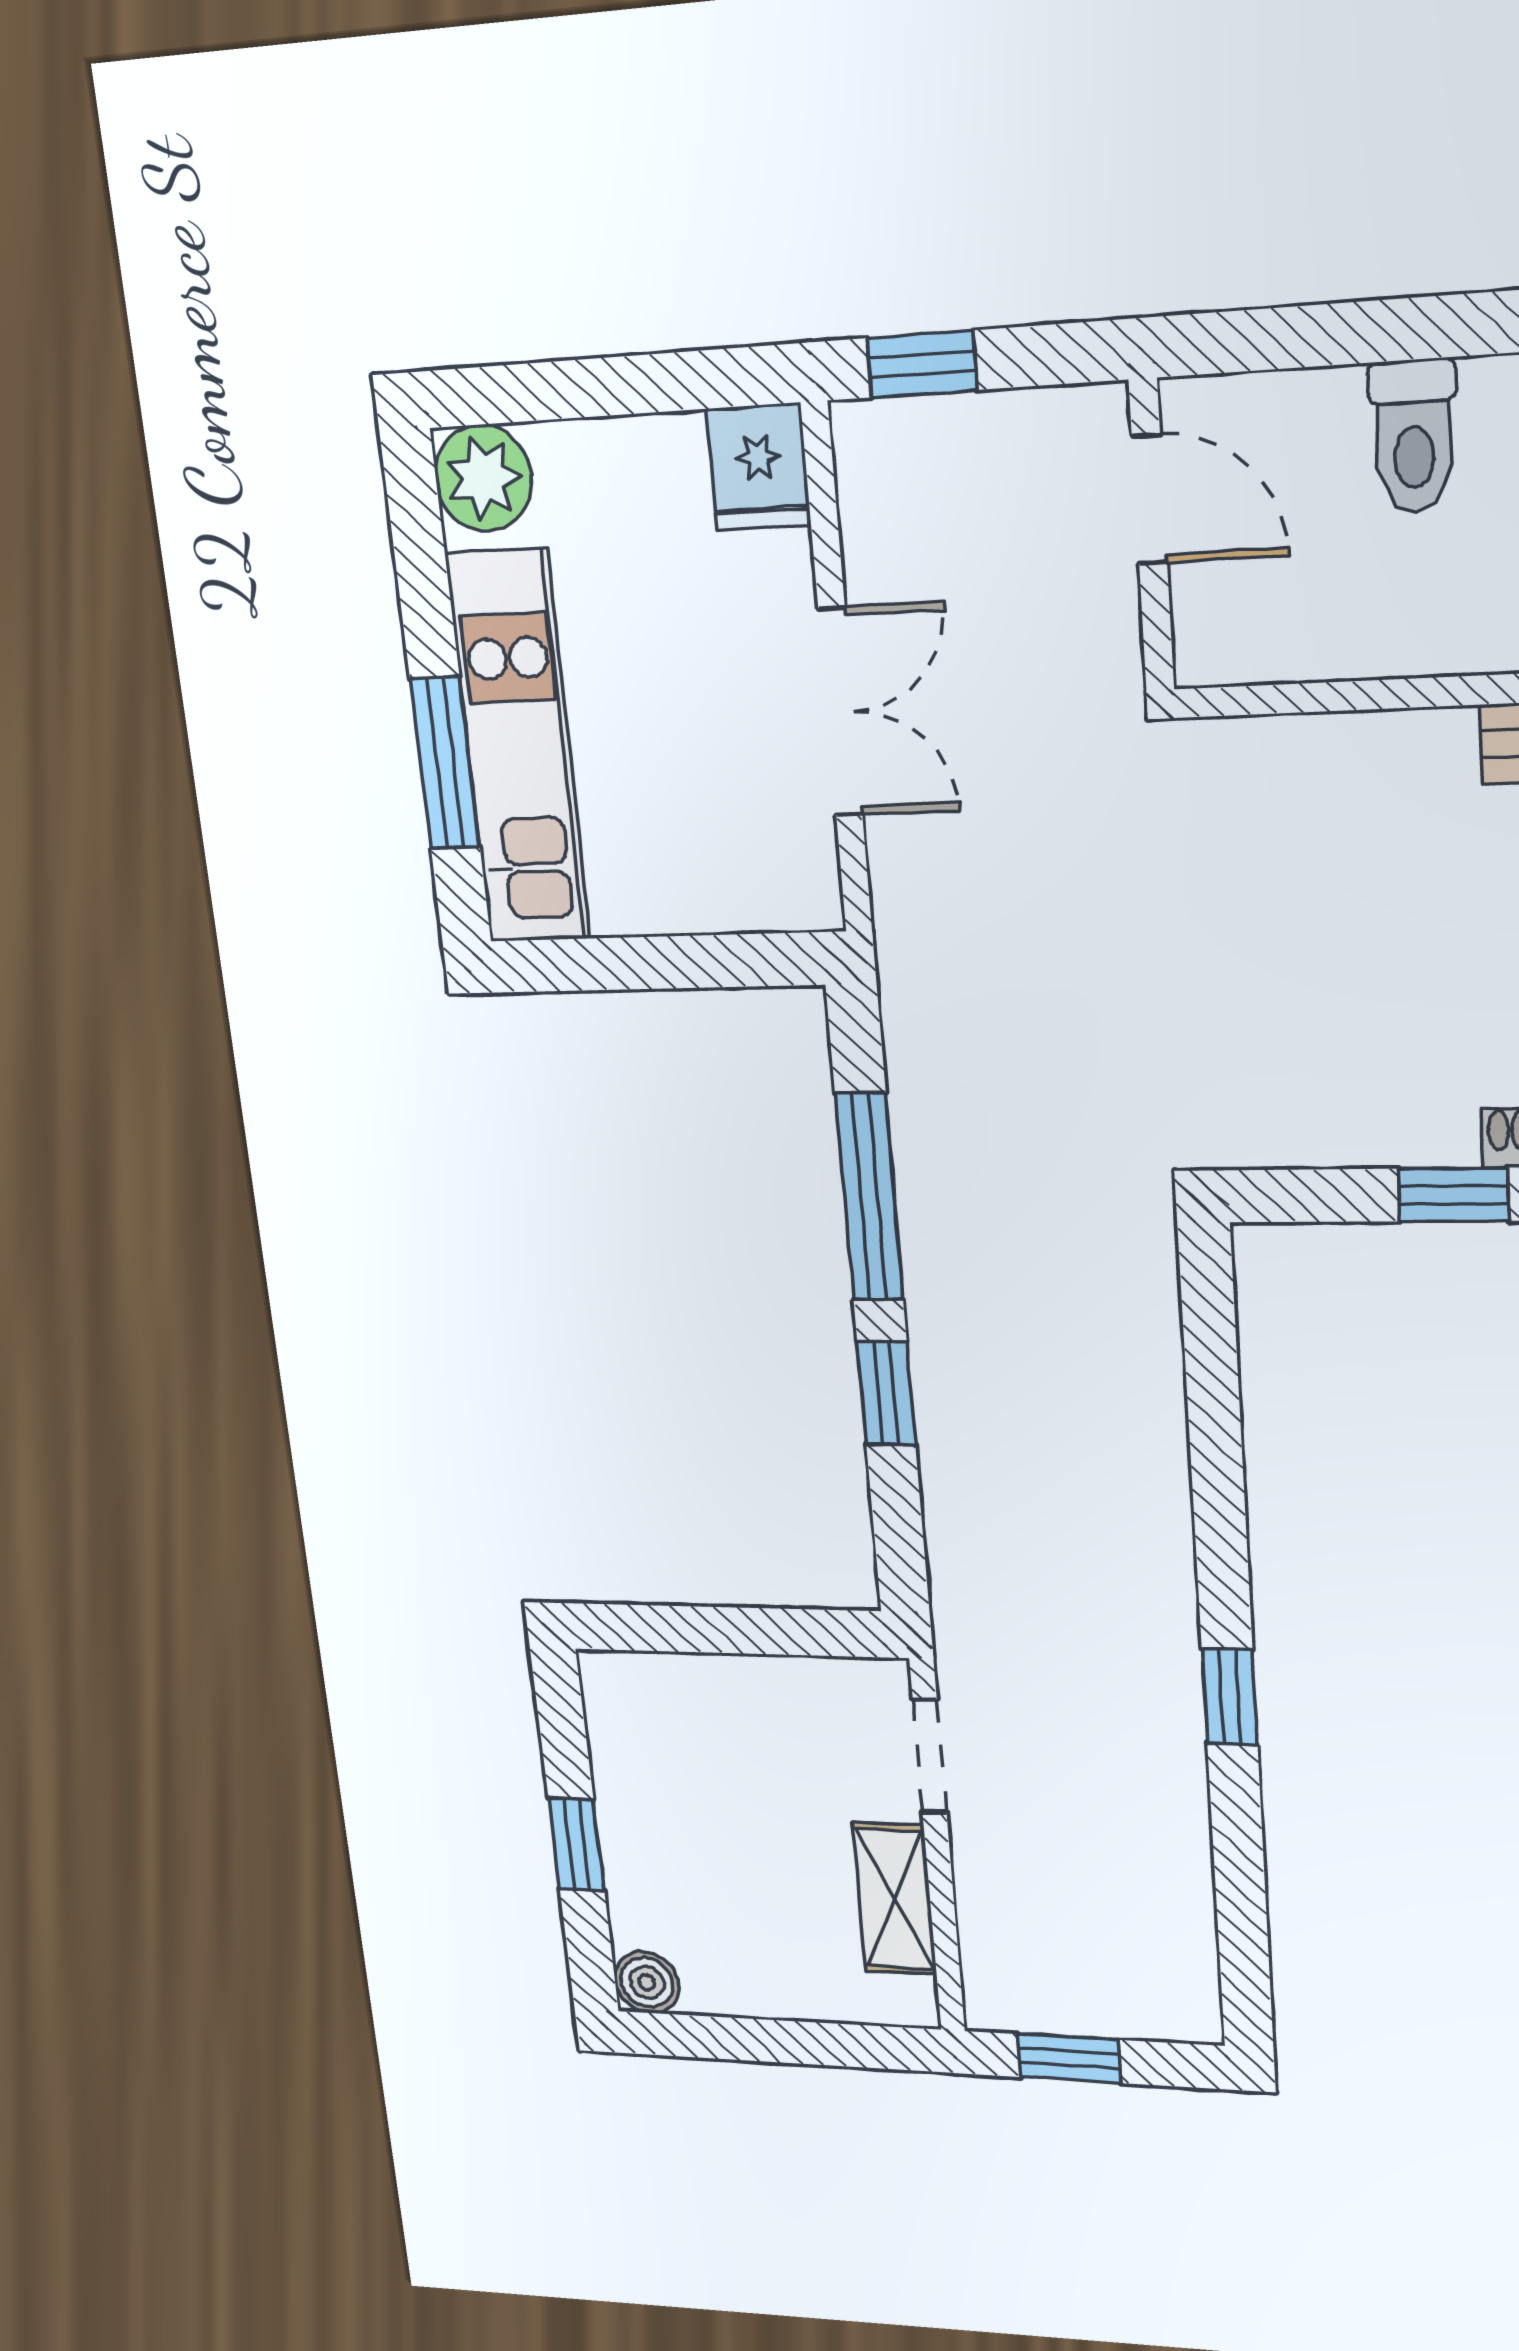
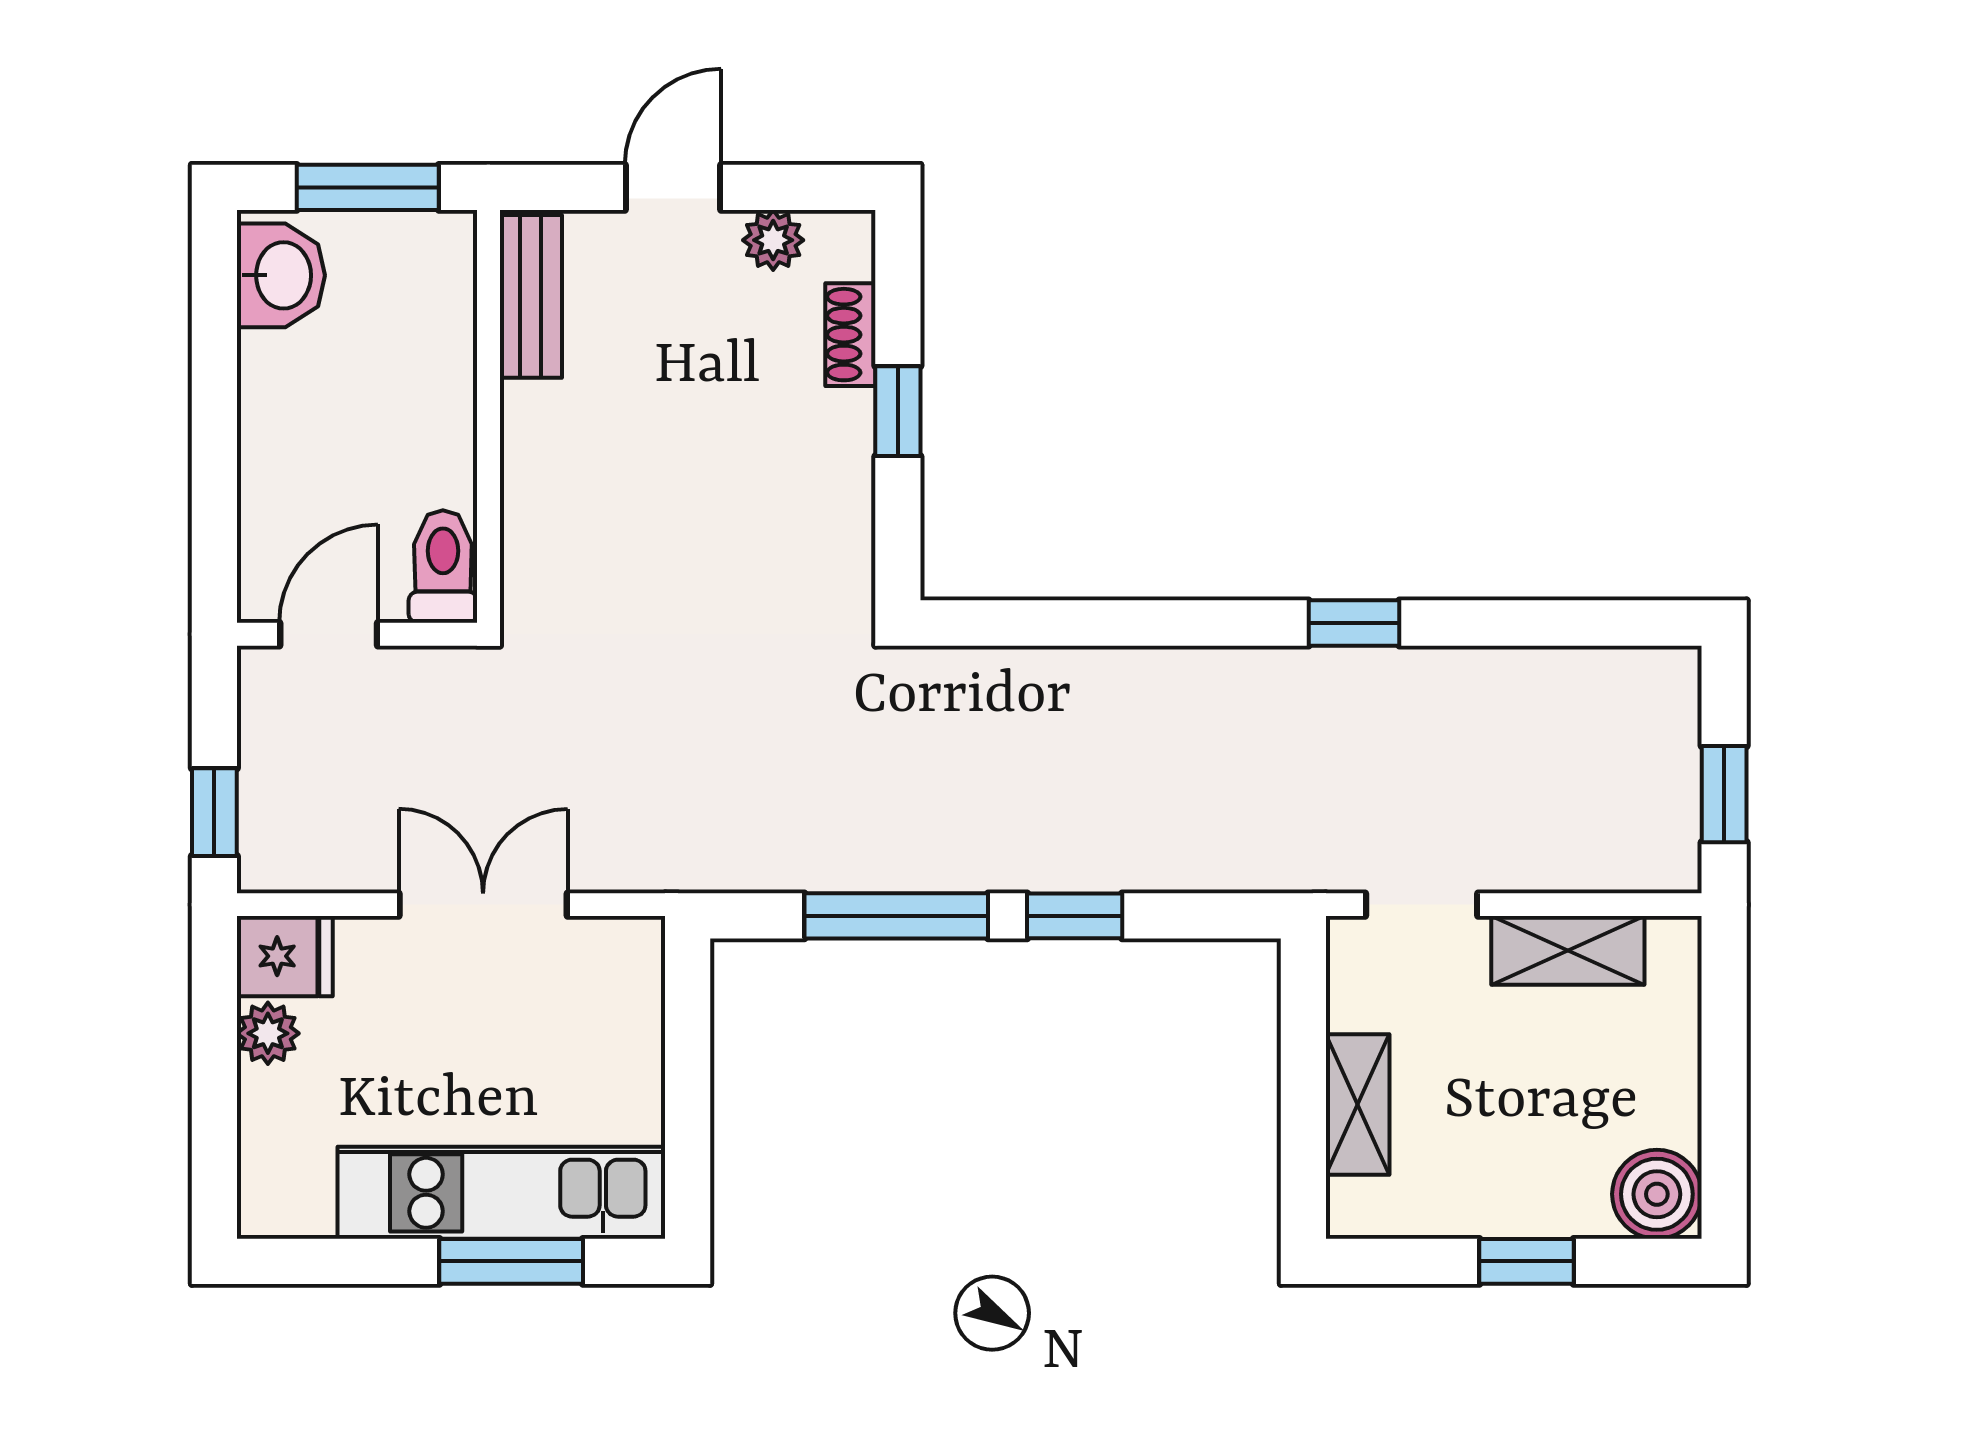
toilet: (1414, 436) -> (443, 567), moved, turned -90
plant: (483, 478) -> (268, 1033), moved, width x0.73, depth x0.73
shelving: (715, 1684) -> (1358, 1104), added
boiler: (647, 1982) -> (1657, 1194), width x1.36, depth x1.36

